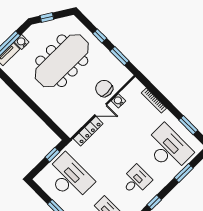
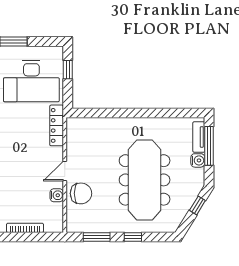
locker: (88, 131) -> (57, 125), moved
window: (52, 155) -> (68, 70), moved

